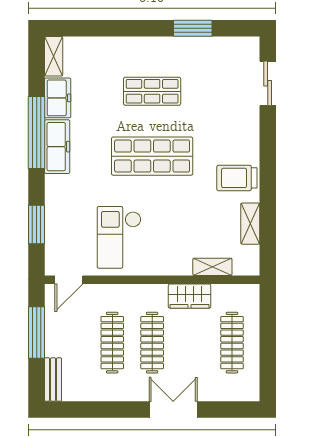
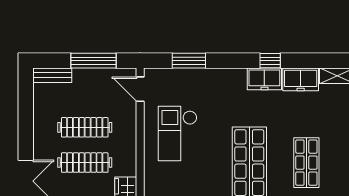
window: (37, 132) -> (270, 61), width x0.32
freezer: (57, 147) -> (264, 79), width x0.71
checkout: (119, 237) -> (178, 133), turned -90

